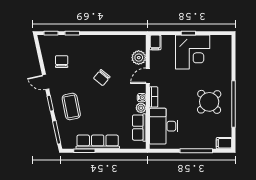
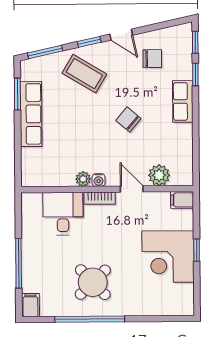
door: (46, 82) -> (121, 35), swing flipped
coffee table: (71, 106) -> (84, 74), turned 42
desk: (164, 126) -> (63, 214), width x0.73
row of seats: (139, 128) -> (183, 101), moved, turned -90

